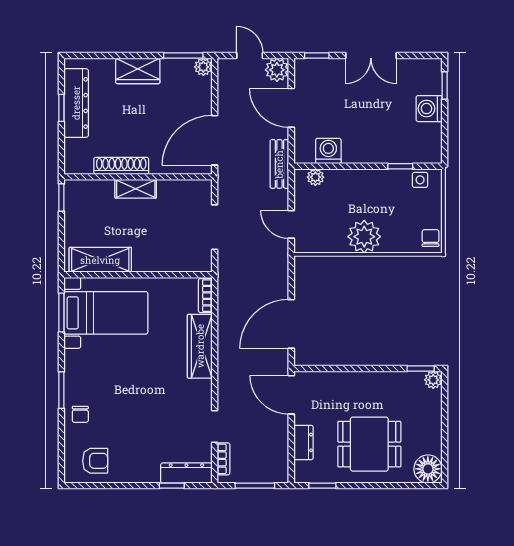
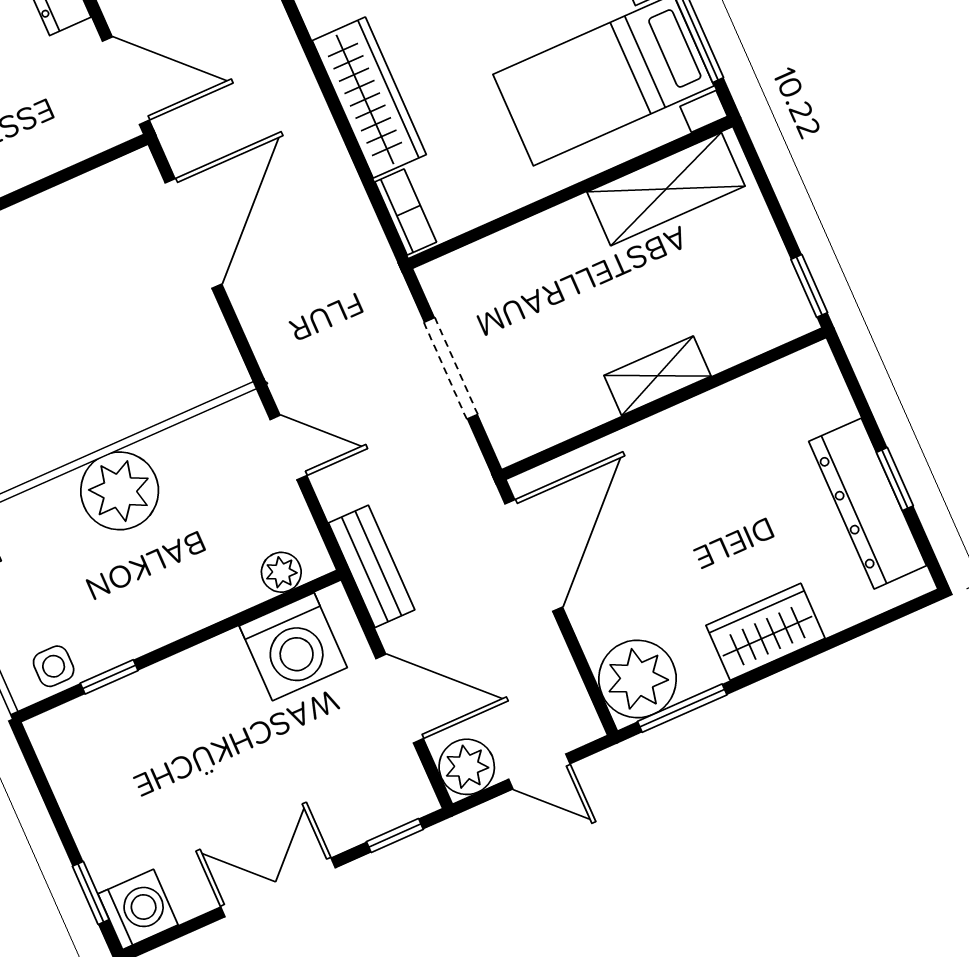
plant: (203, 67) -> (638, 679), width x1.87, depth x1.87
washing machine: (429, 109) -> (138, 909), moved
washing machine: (328, 151) -> (293, 647), width x1.37, depth x1.37
shoe rack: (121, 166) -> (710, 411), removed

